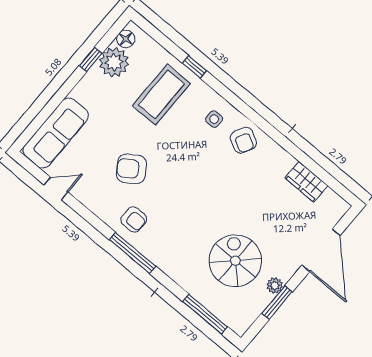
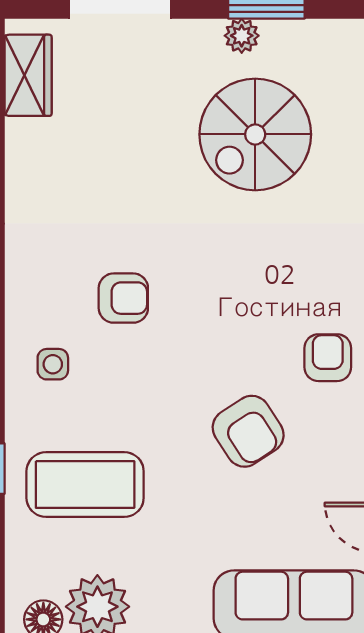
armchair: (243, 140) -> (123, 298), moved, turned 62
wardrobe: (306, 182) -> (28, 75), moved

